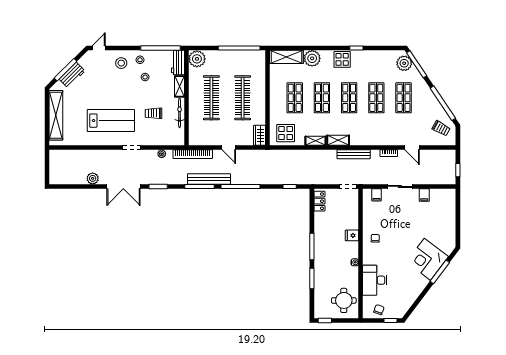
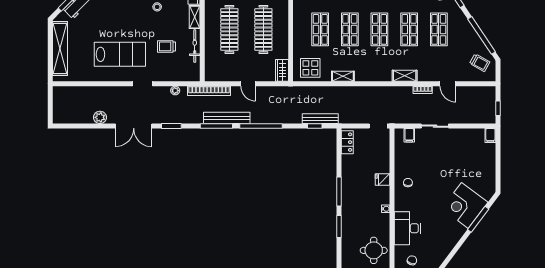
shelving: (338, 140) -> (405, 76), moved
bench: (354, 154) -> (320, 119), moved
filing cabinet: (424, 195) -> (490, 135), moved

